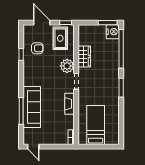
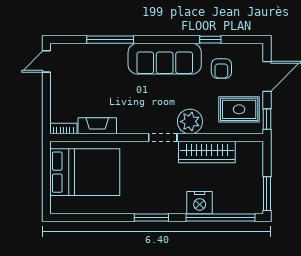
nightstand: (113, 32) -> (200, 203), moved
wardrobe: (84, 56) -> (207, 152), width x1.50
fireplace: (69, 104) -> (97, 126), moved
sofa: (32, 107) -> (165, 59), moved
bed: (96, 125) -> (85, 172), width x1.50

